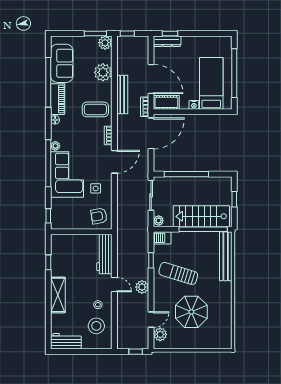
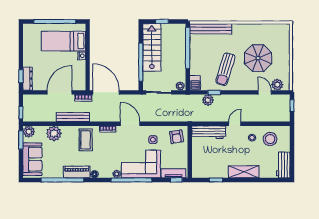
sofa: (62, 63) -> (32, 159), moved, turned 90
cot: (166, 102) -> (80, 79), removed
tv unit: (56, 213) -> (173, 173), added
stairs: (201, 216) -> (152, 47), moved, turned 180
plant: (142, 287) -> (208, 100), moved

